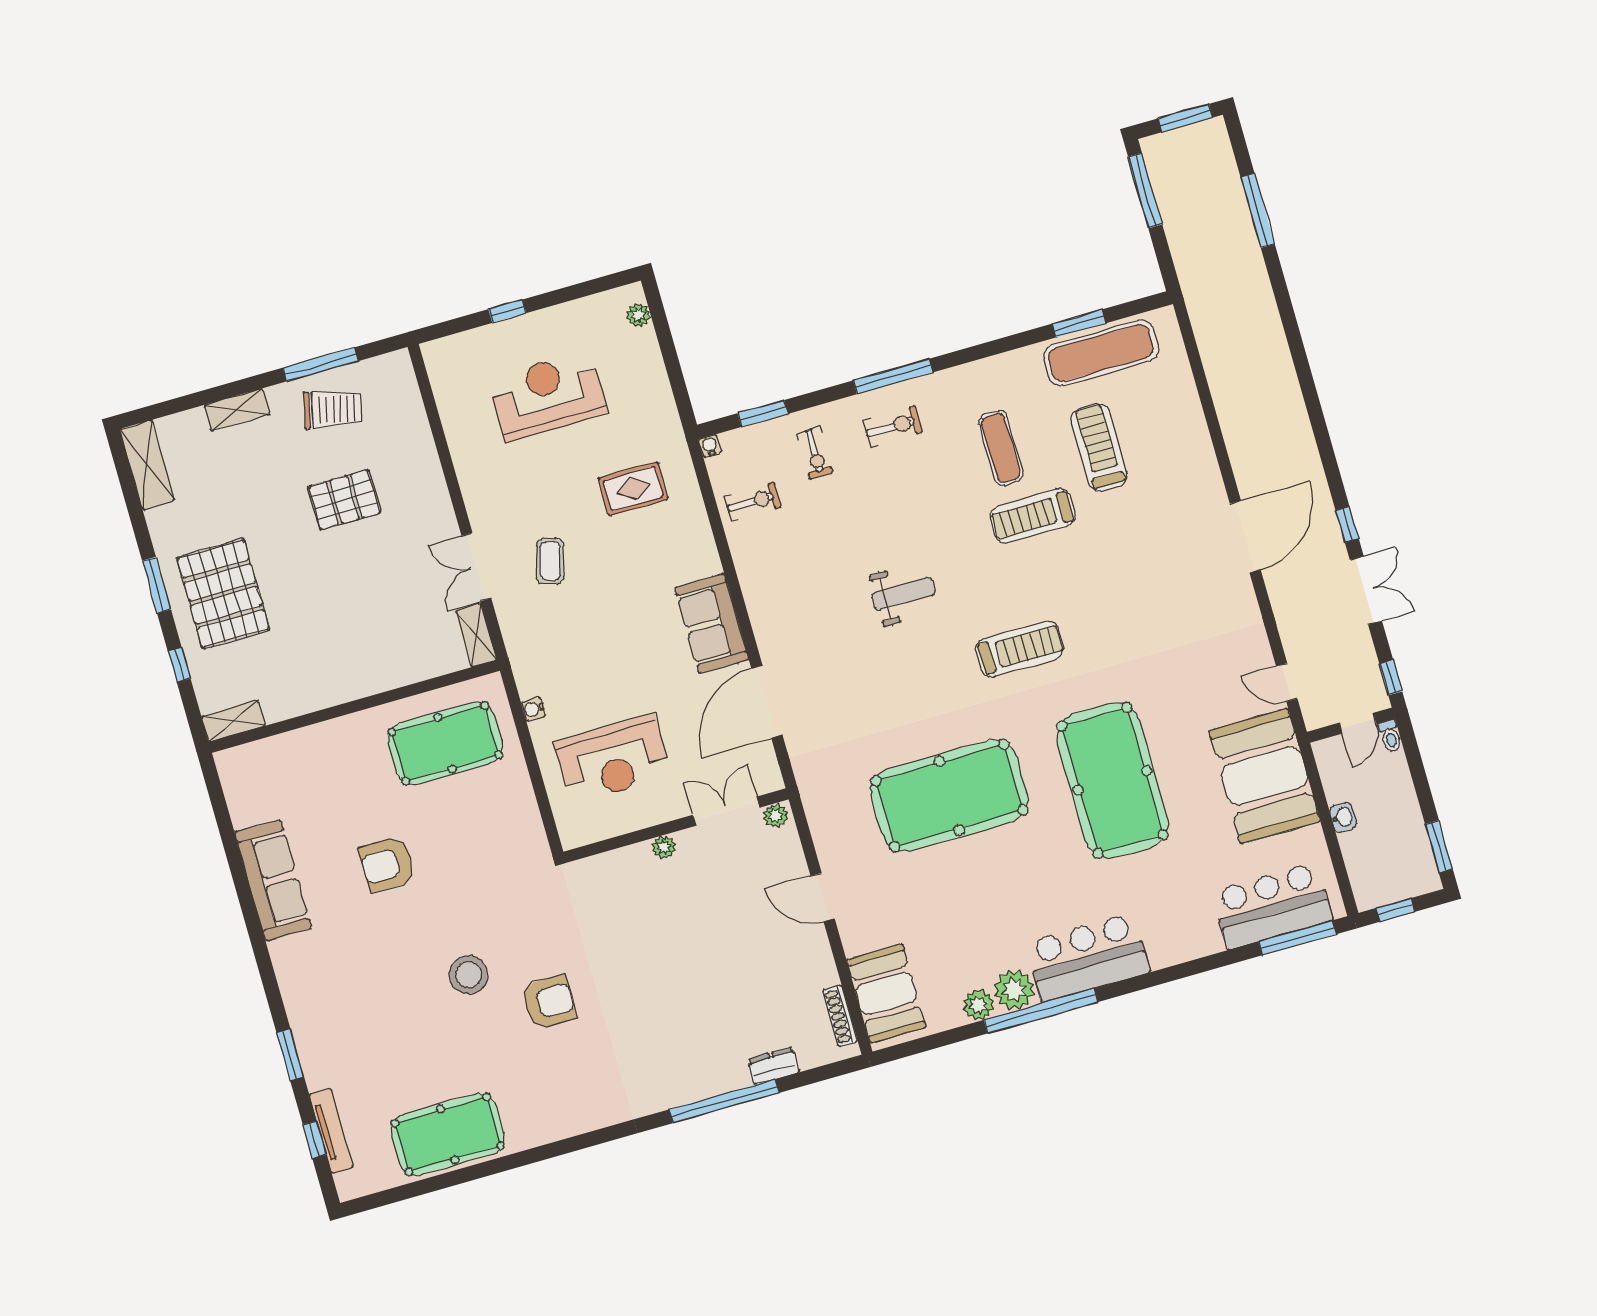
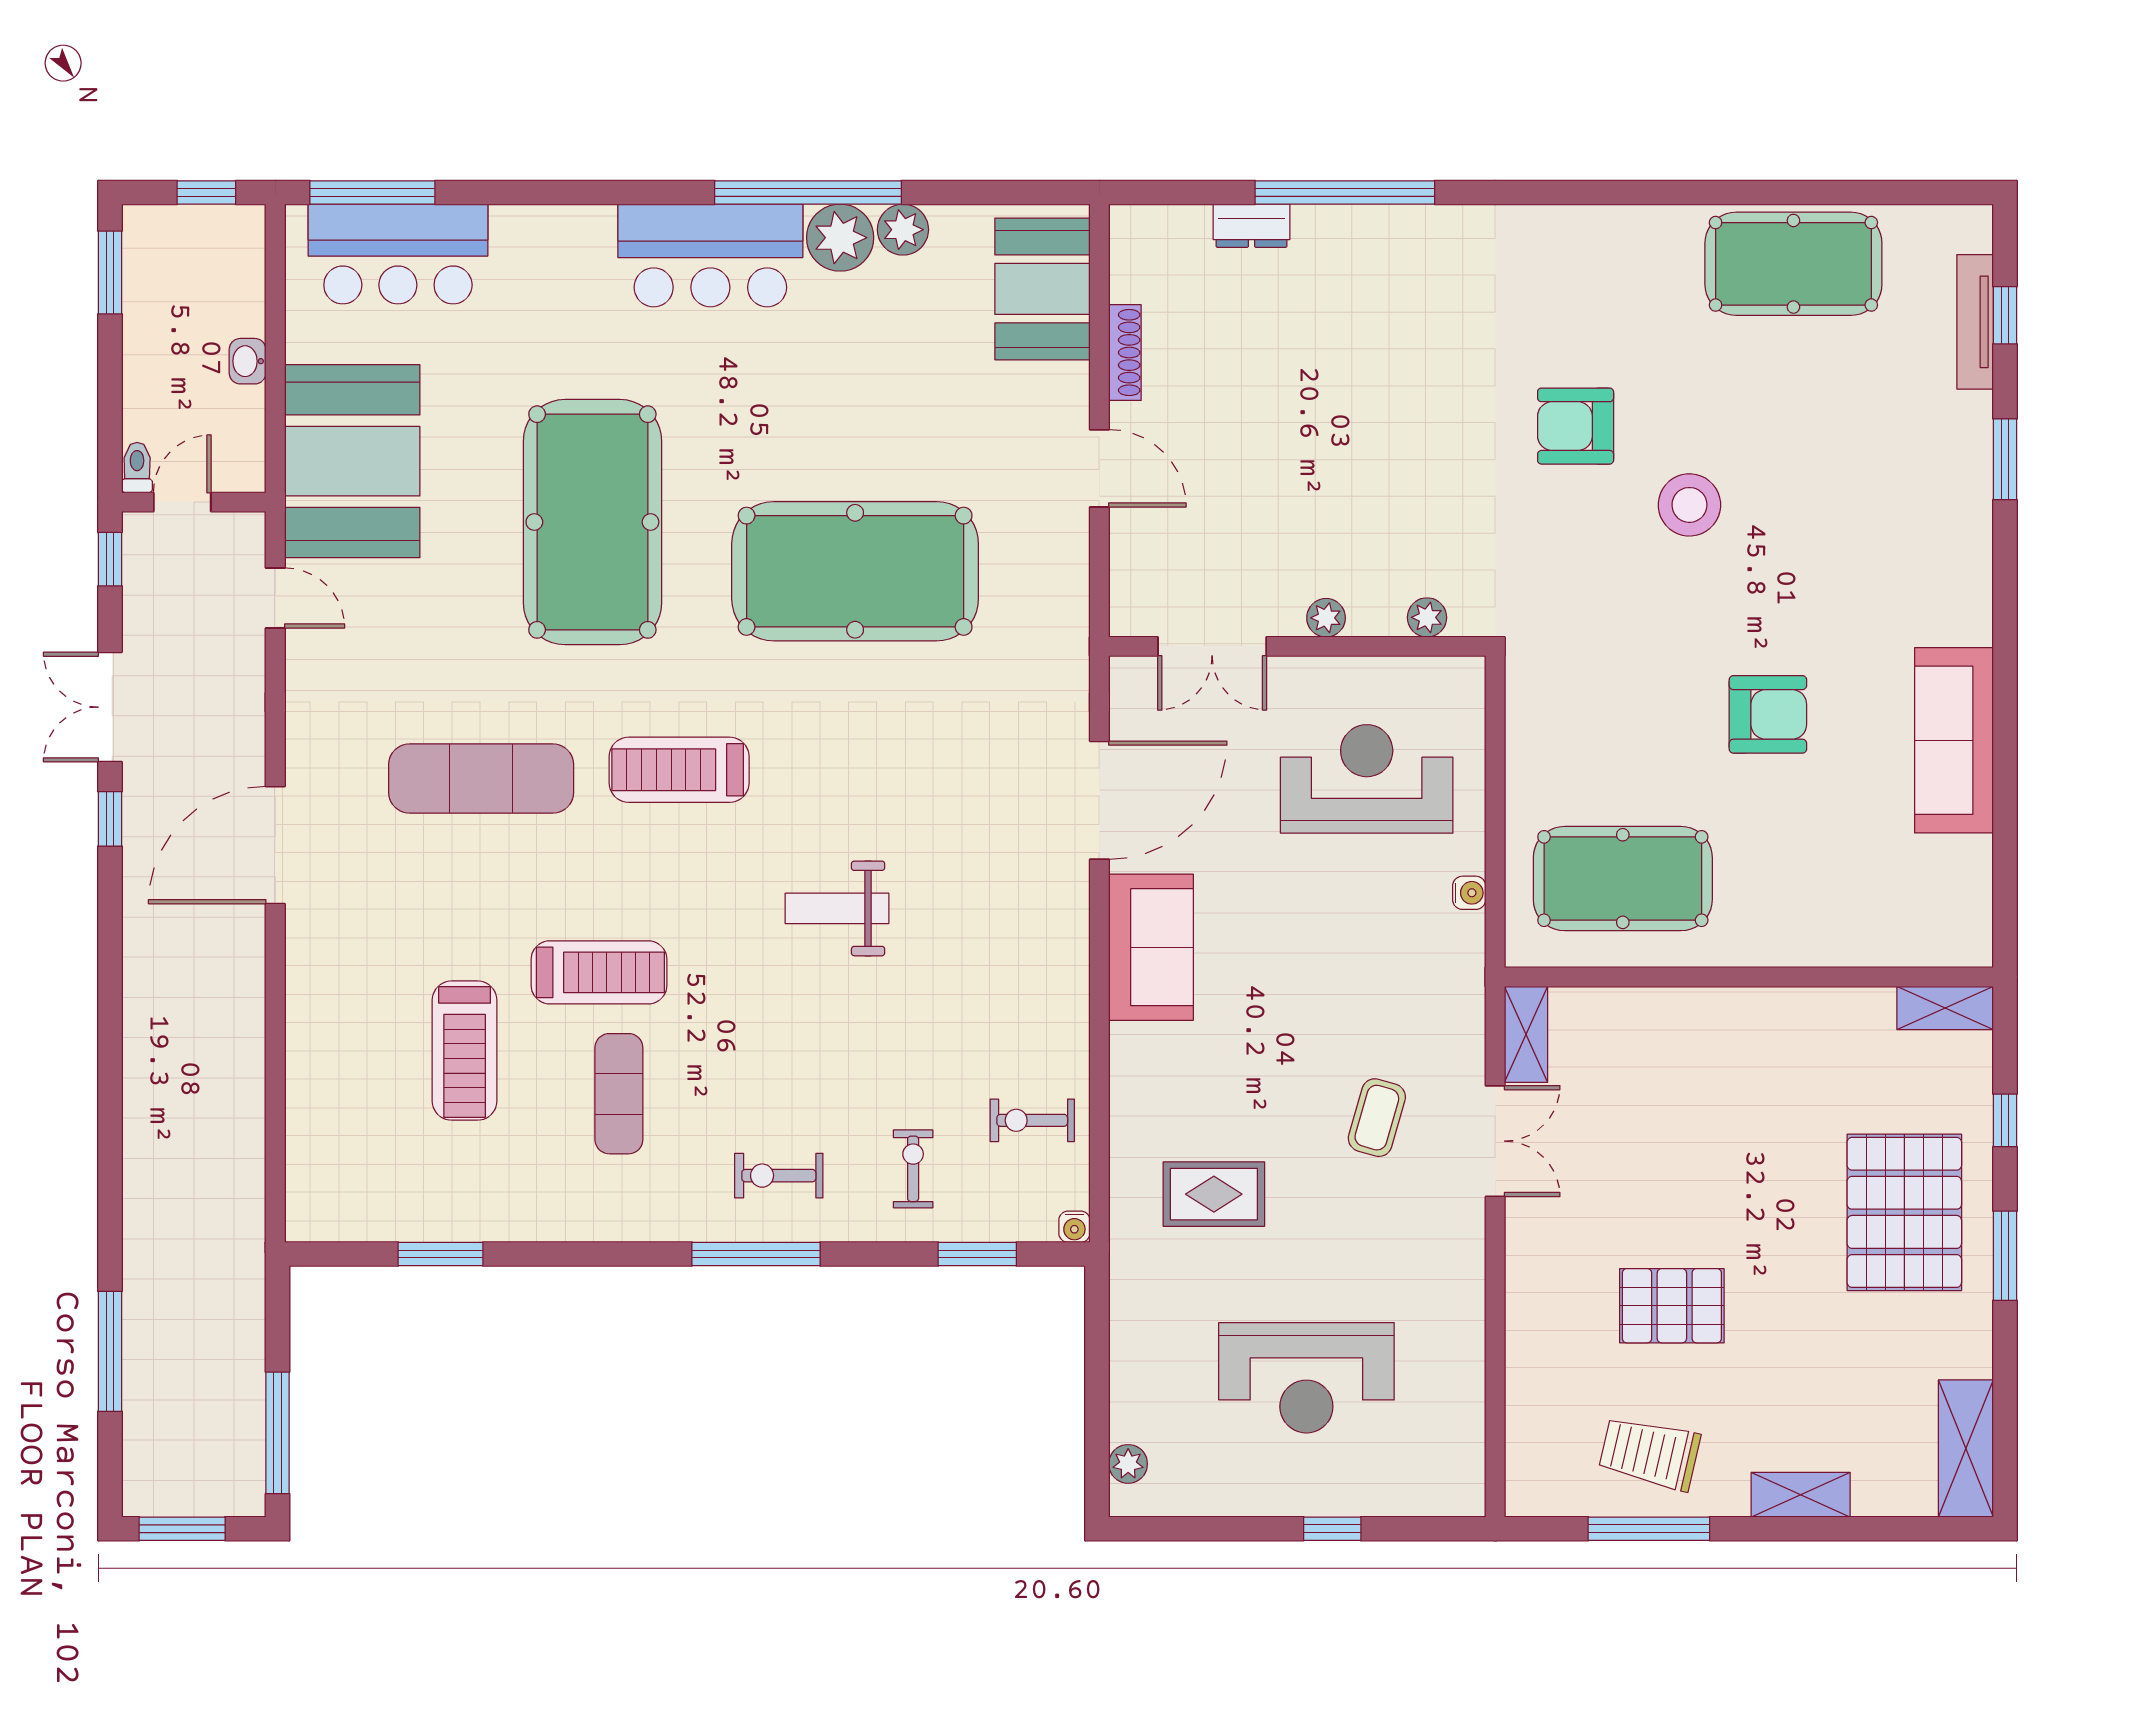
exercise mat: (1101, 353) -> (481, 778), moved
plant: (775, 816) -> (1427, 617), moved
shoe rack: (840, 1016) -> (1125, 353), moved

